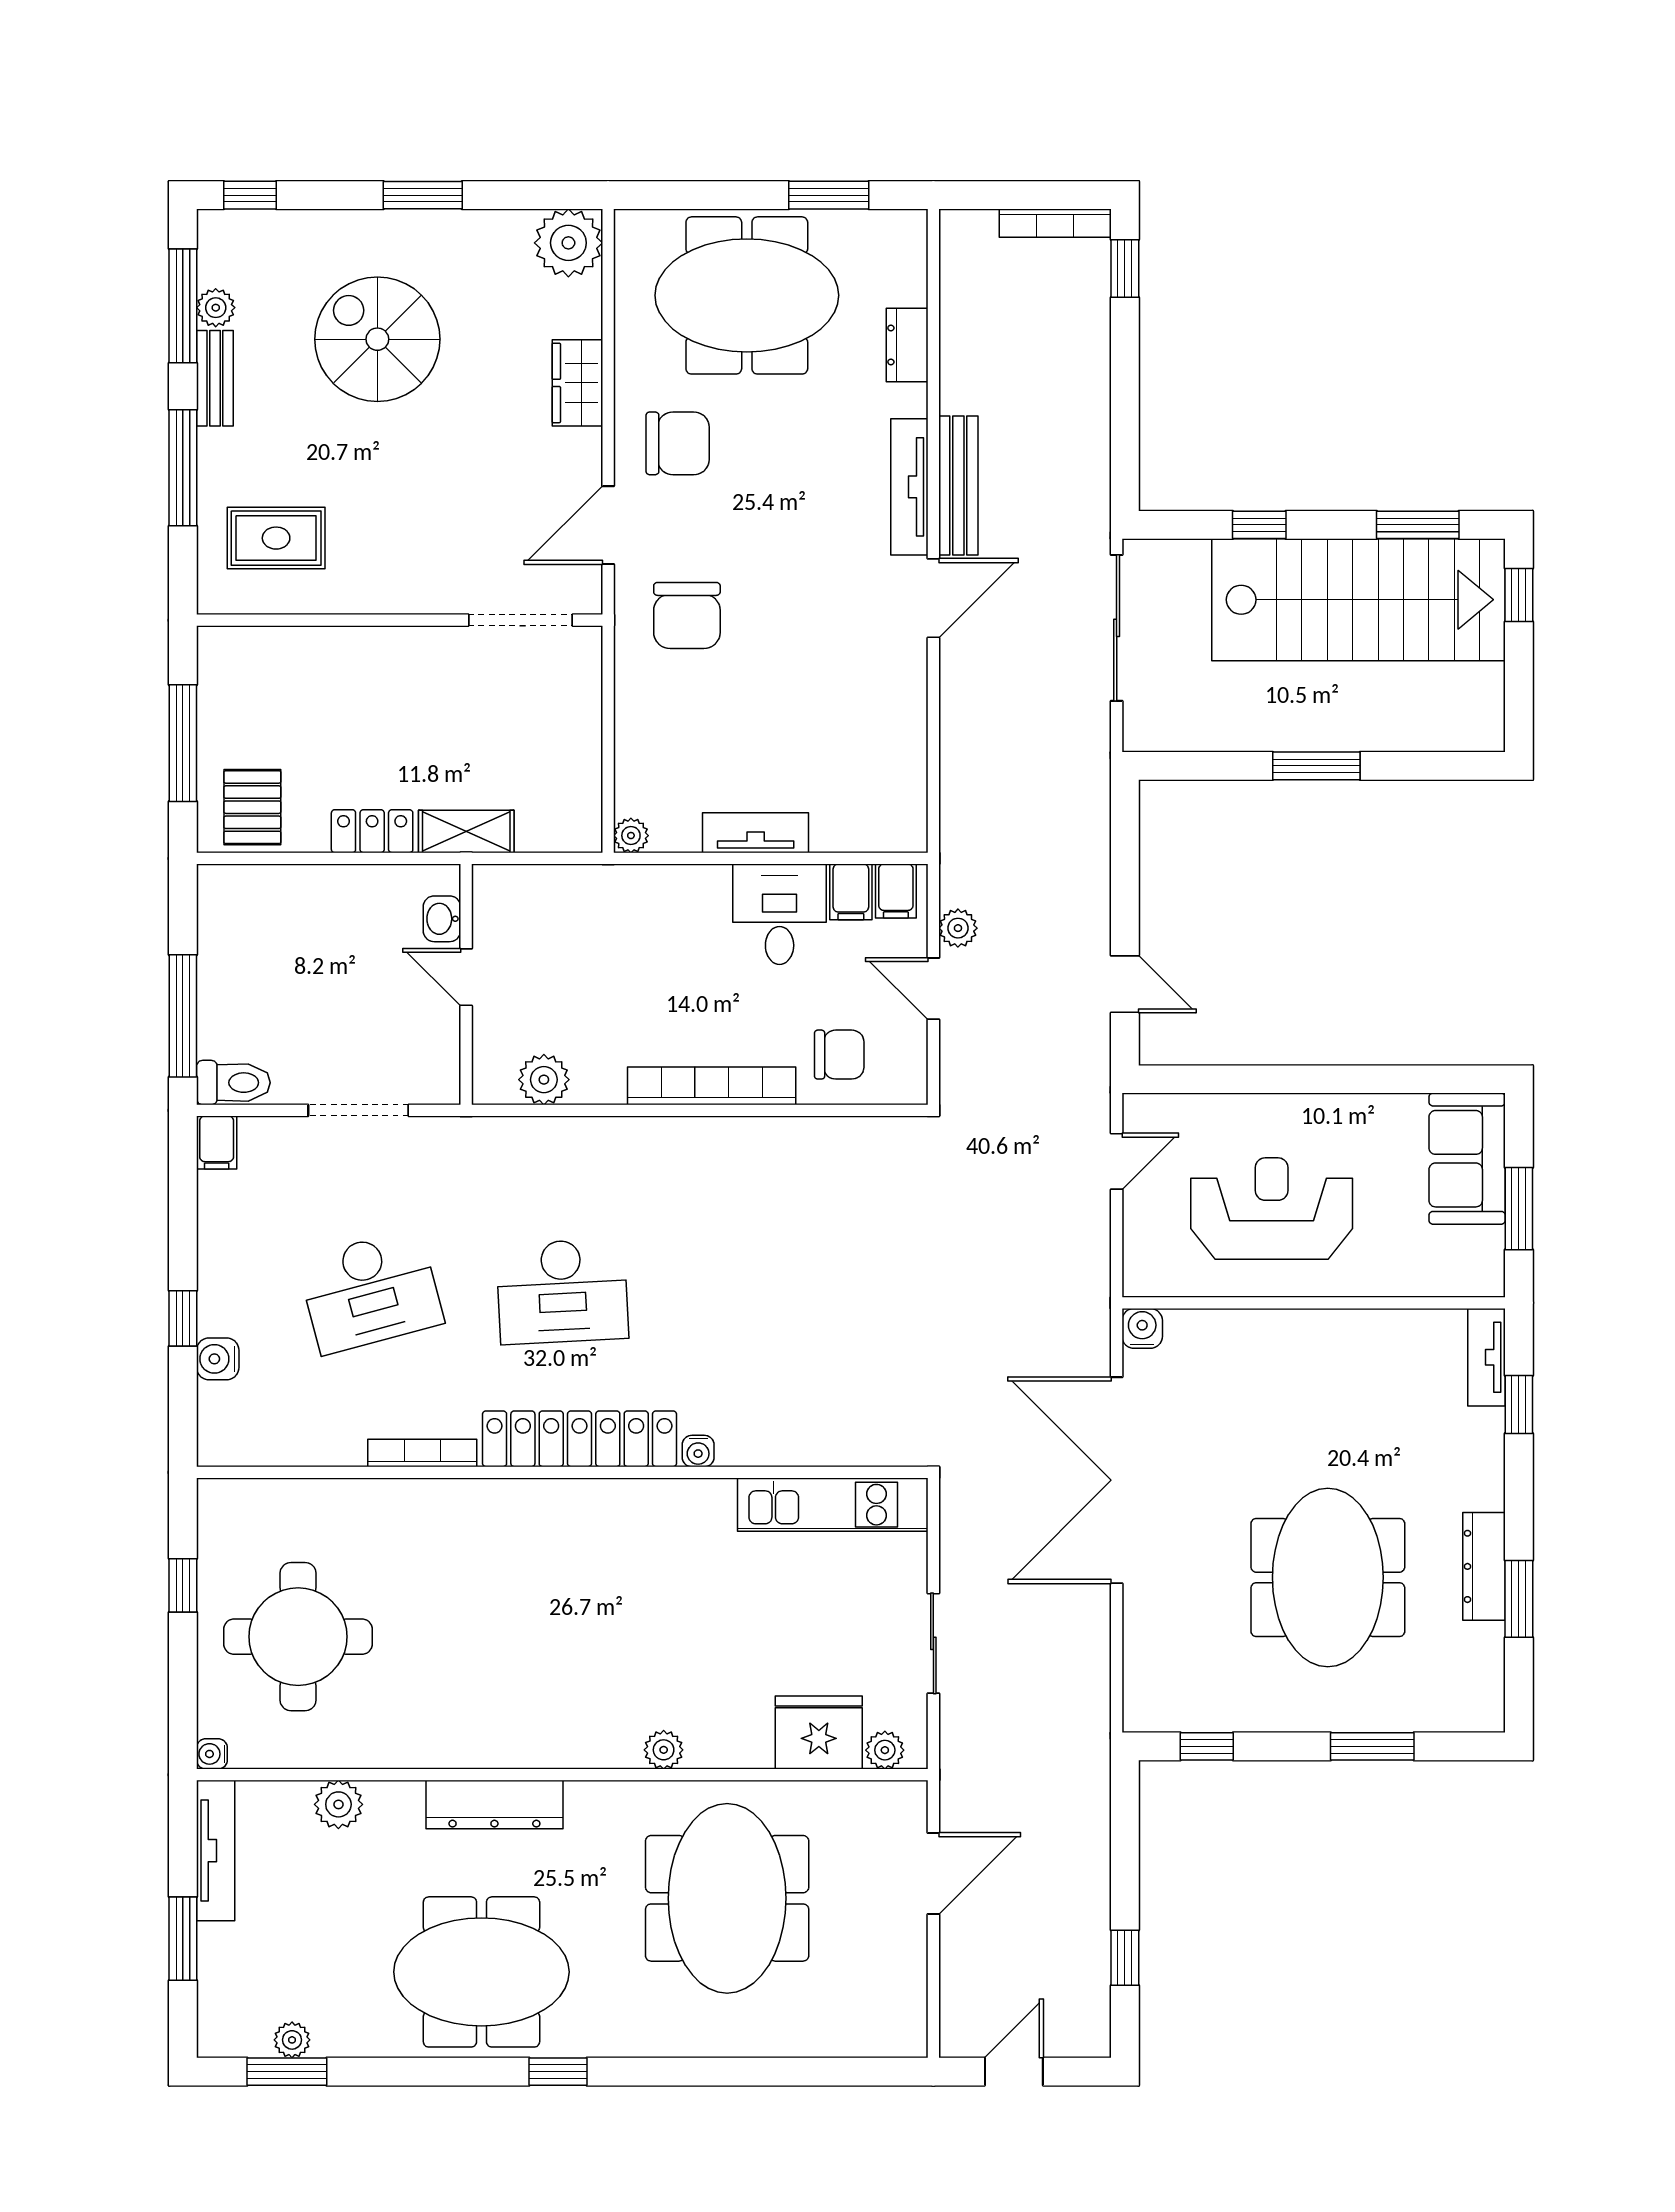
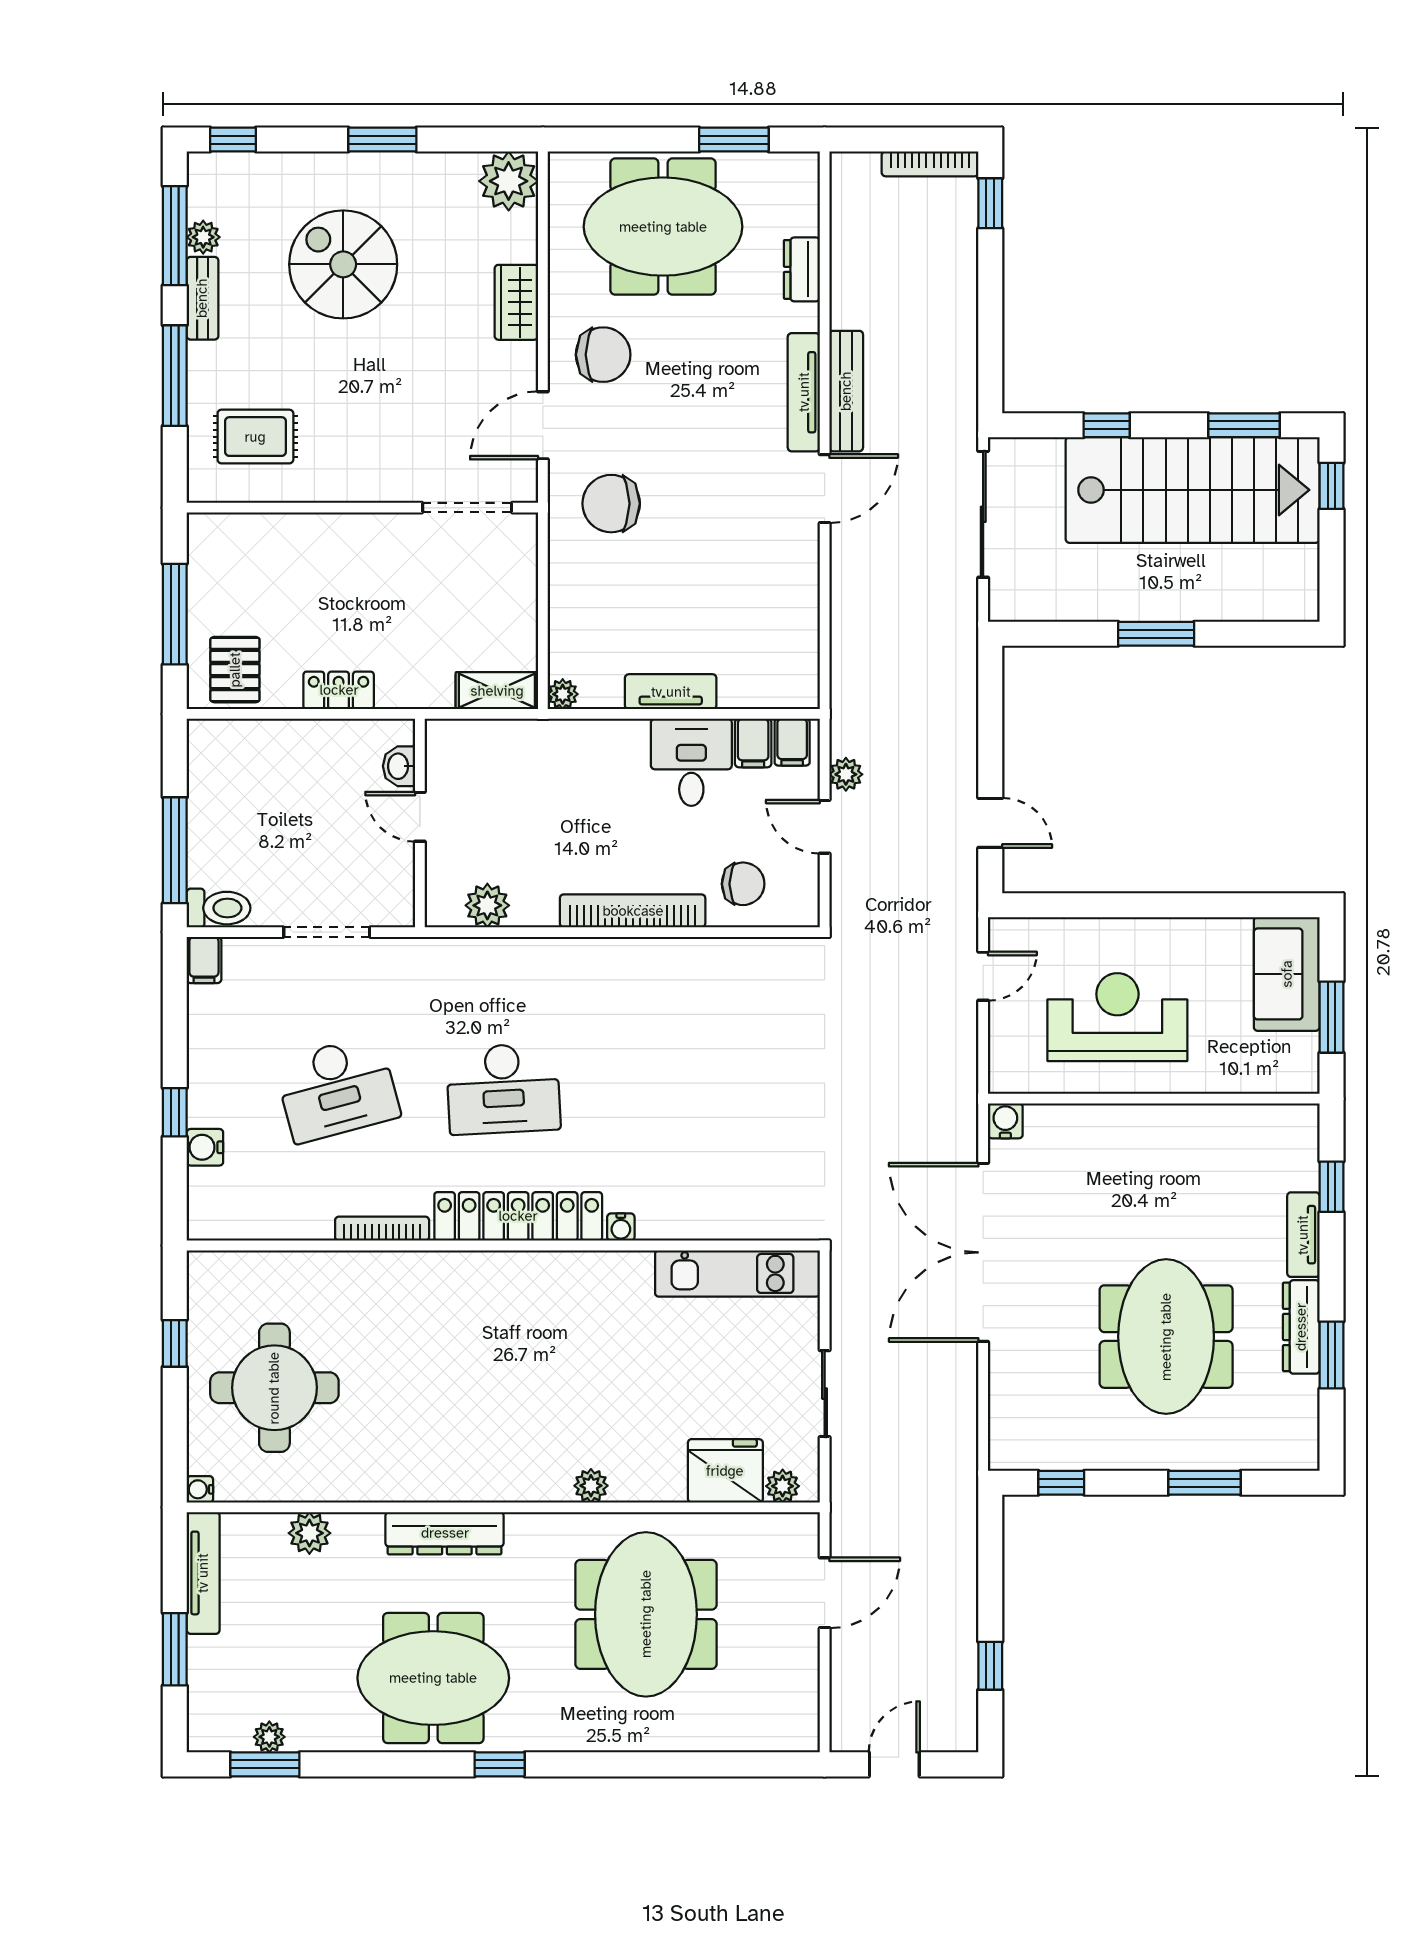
chair: (687, 615) -> (611, 504), turned 90
shelving: (466, 831) -> (497, 691), moved
tv unit: (1486, 1357) -> (1303, 1235), moved

